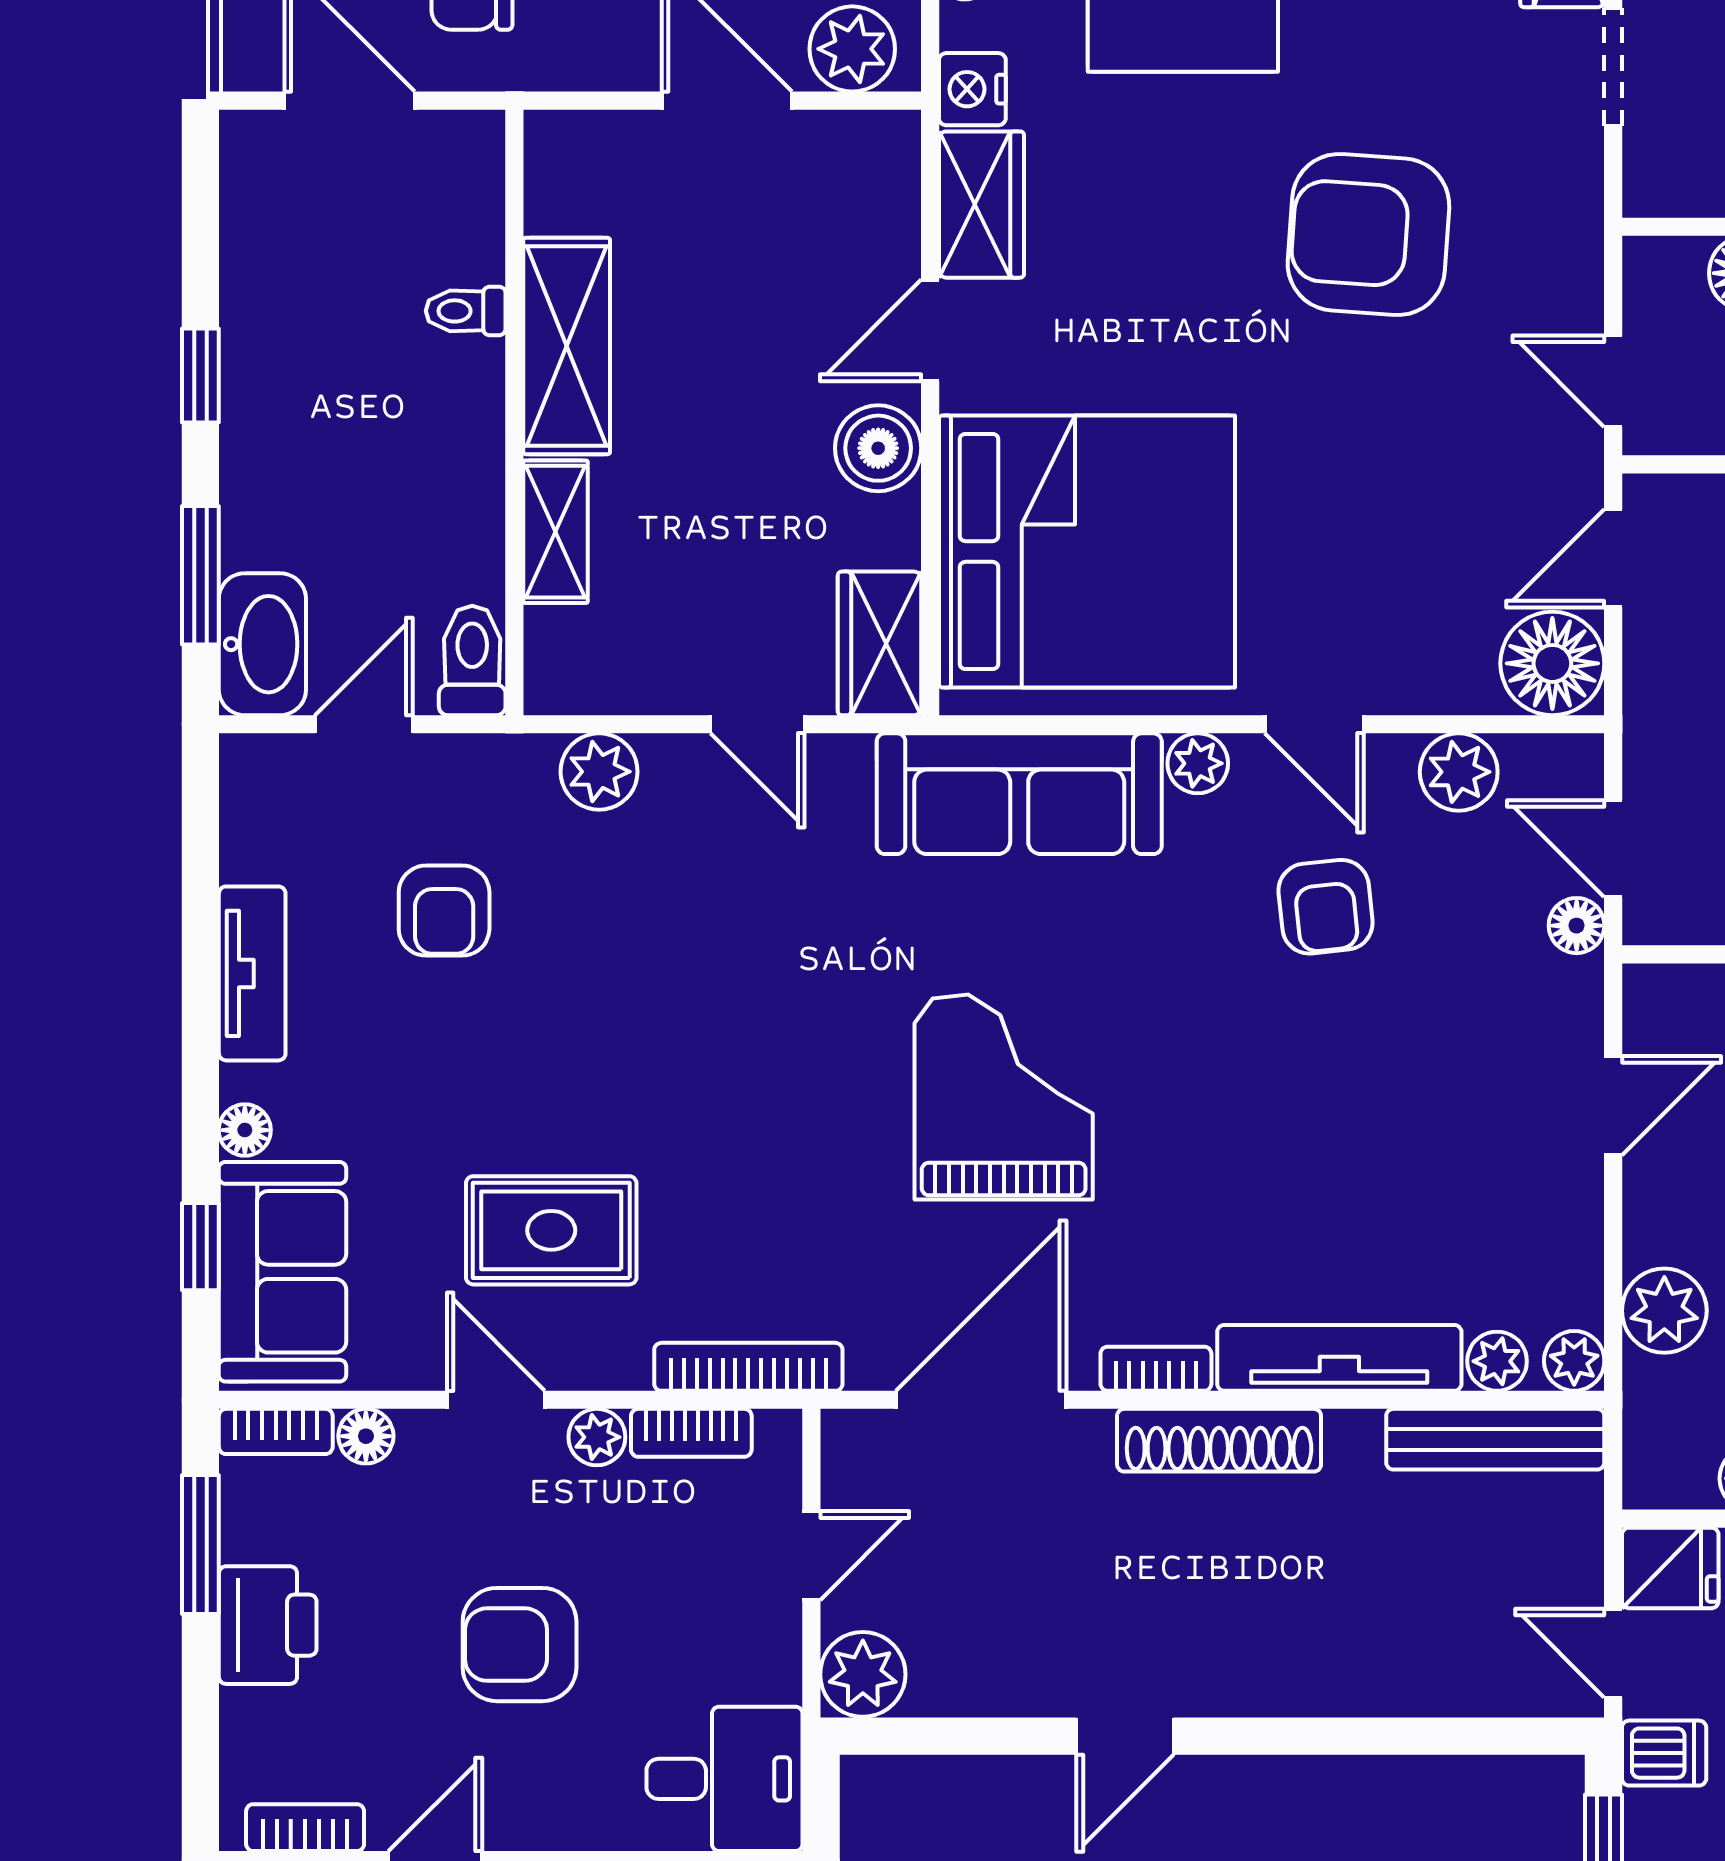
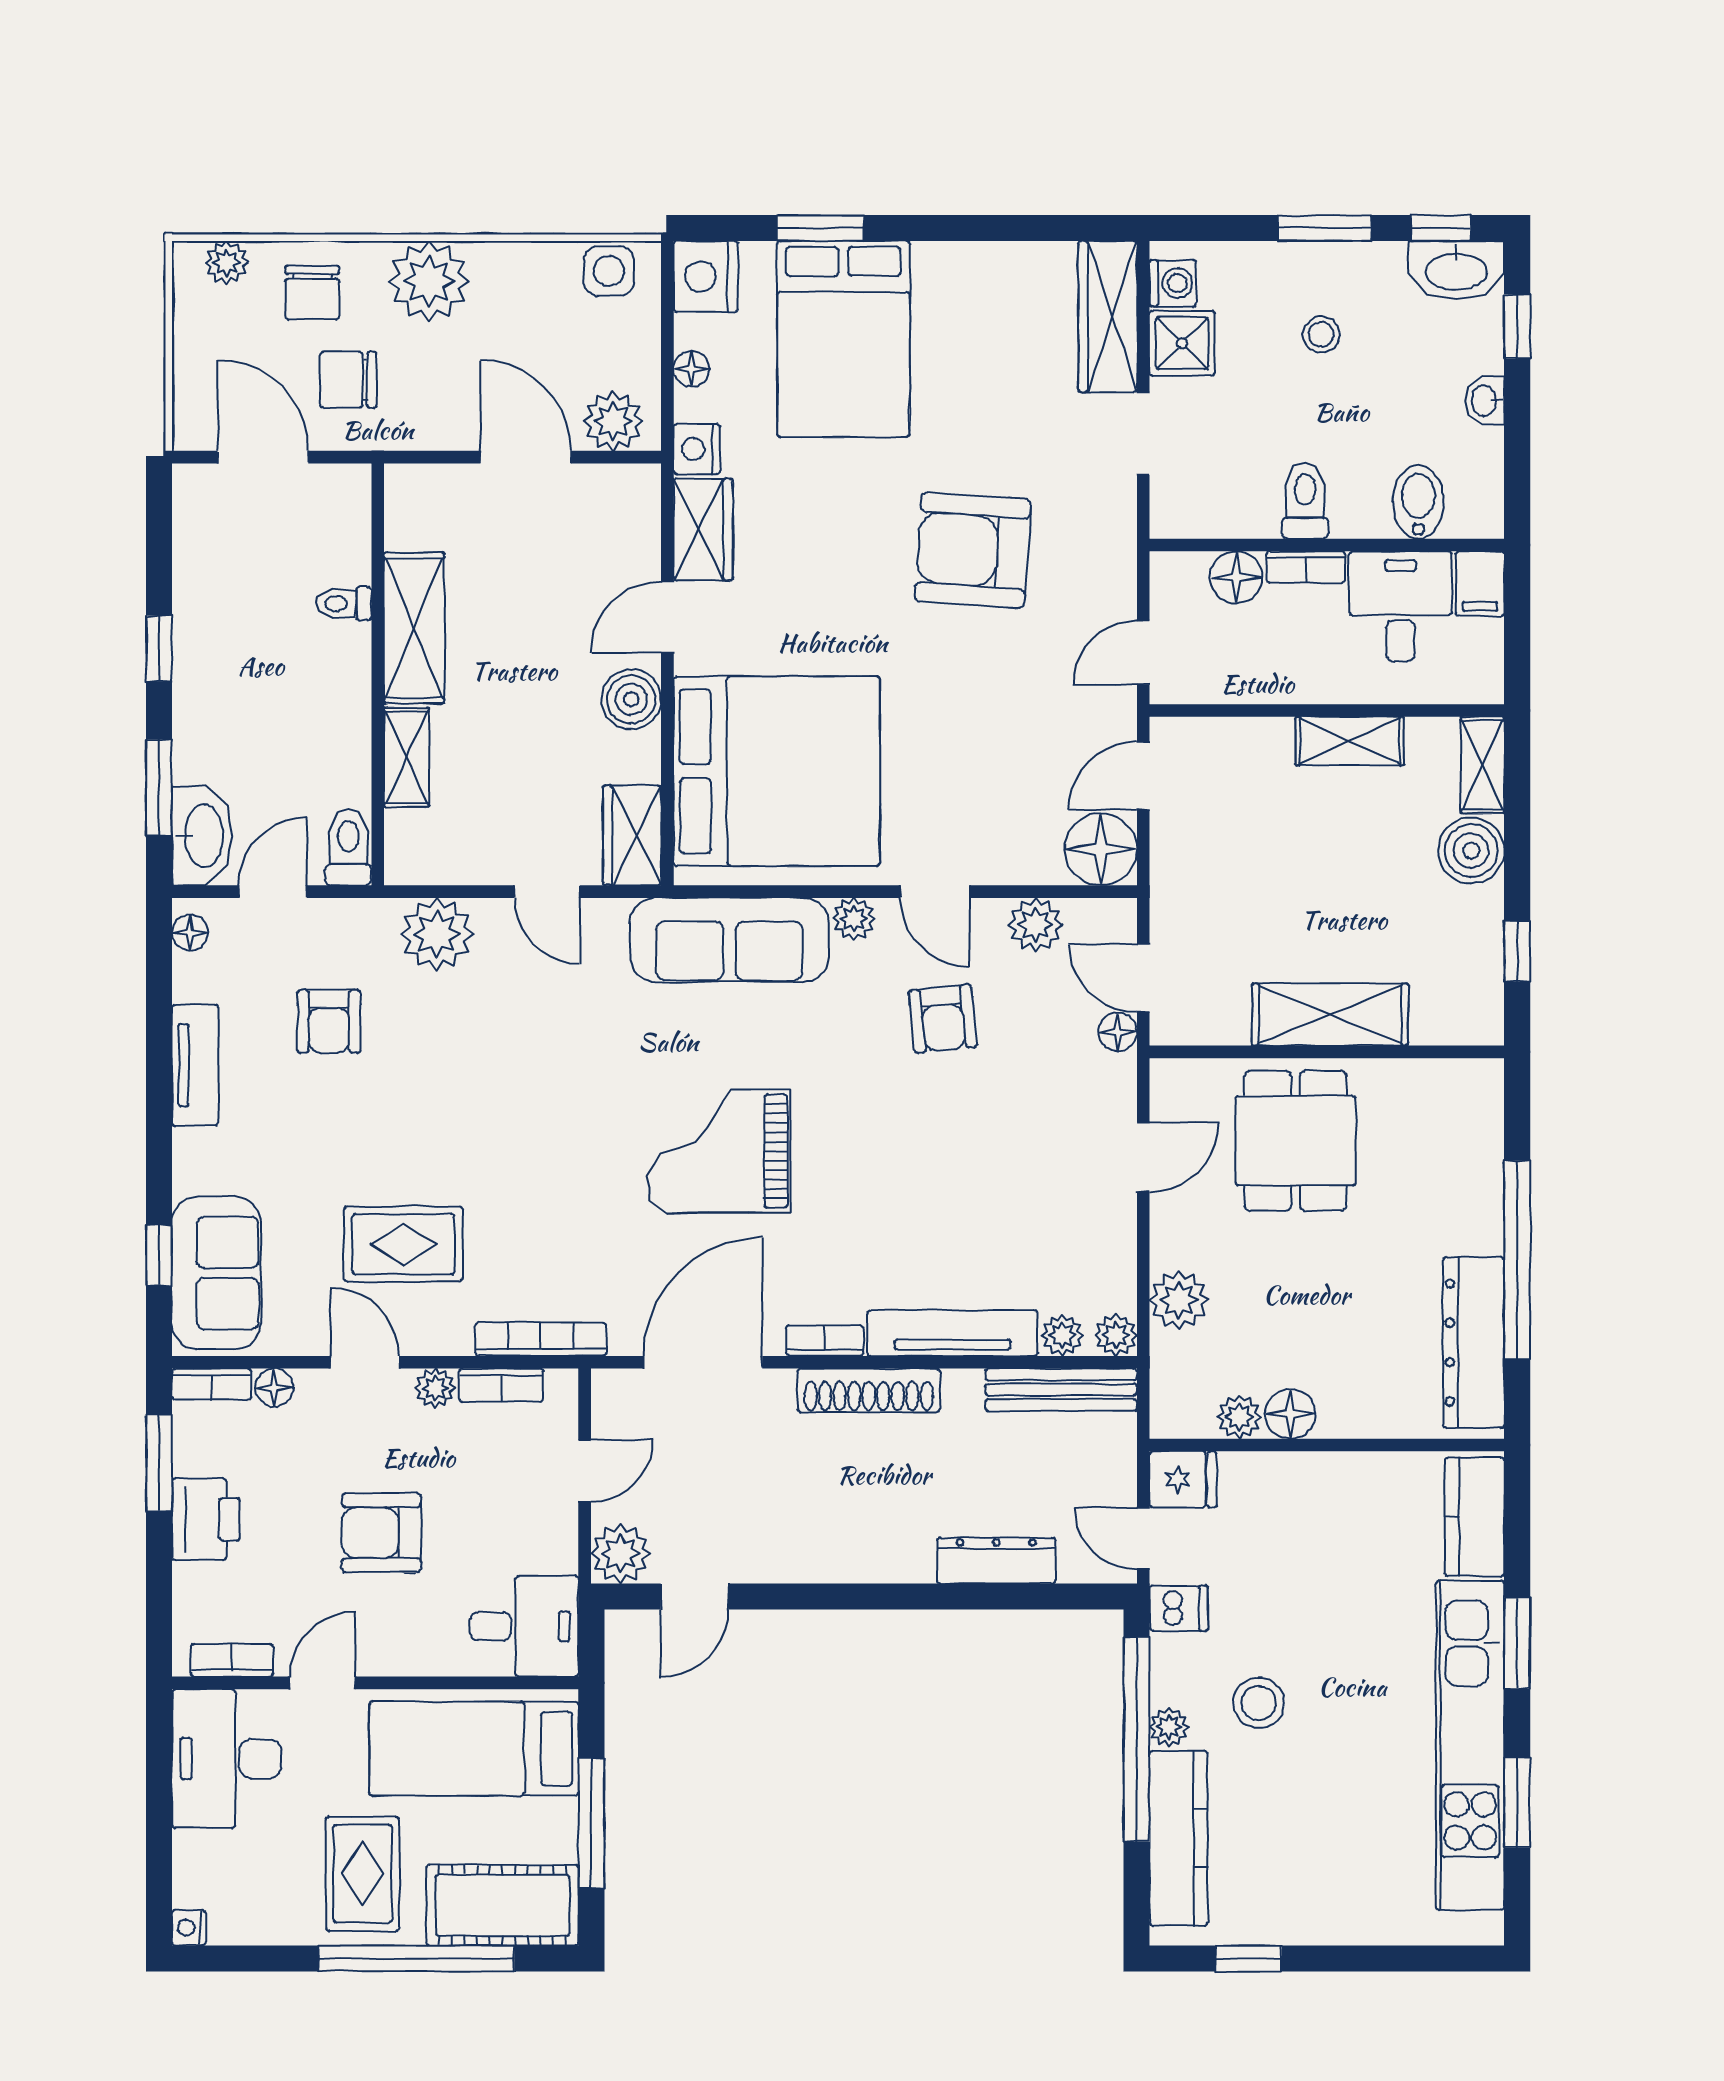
door: (1613, 381) -> (1143, 653), hinge flipped
plant: (599, 772) -> (437, 934), width x1.36, depth x1.36
grand piano: (1004, 1097) -> (719, 1151), turned -90
floor lamp: (245, 1130) -> (190, 933), moved
dresser: (1402, 1684) -> (996, 1560), added
door: (1125, 1736) -> (694, 1597), moved

